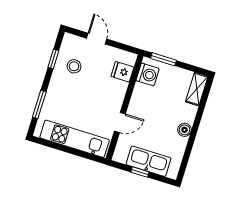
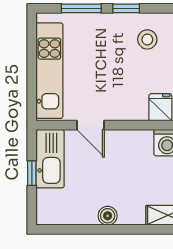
window: (53, 59) -> (126, 8), moved
kitchen sink: (149, 161) -> (50, 159), moved

